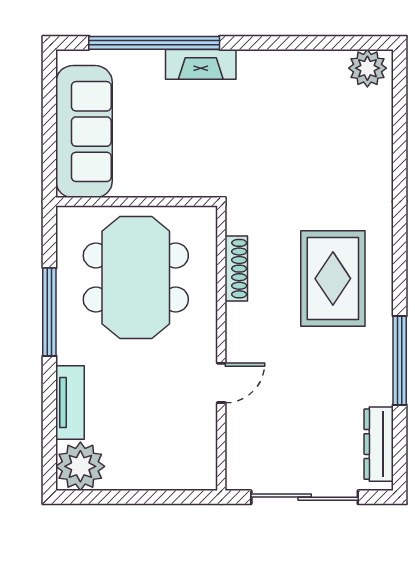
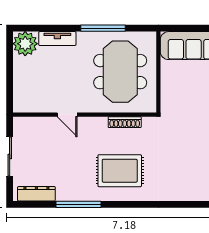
meeting table: (136, 277) -> (120, 72), turned 90
sliding door: (305, 497) -> (10, 157), width x0.73

